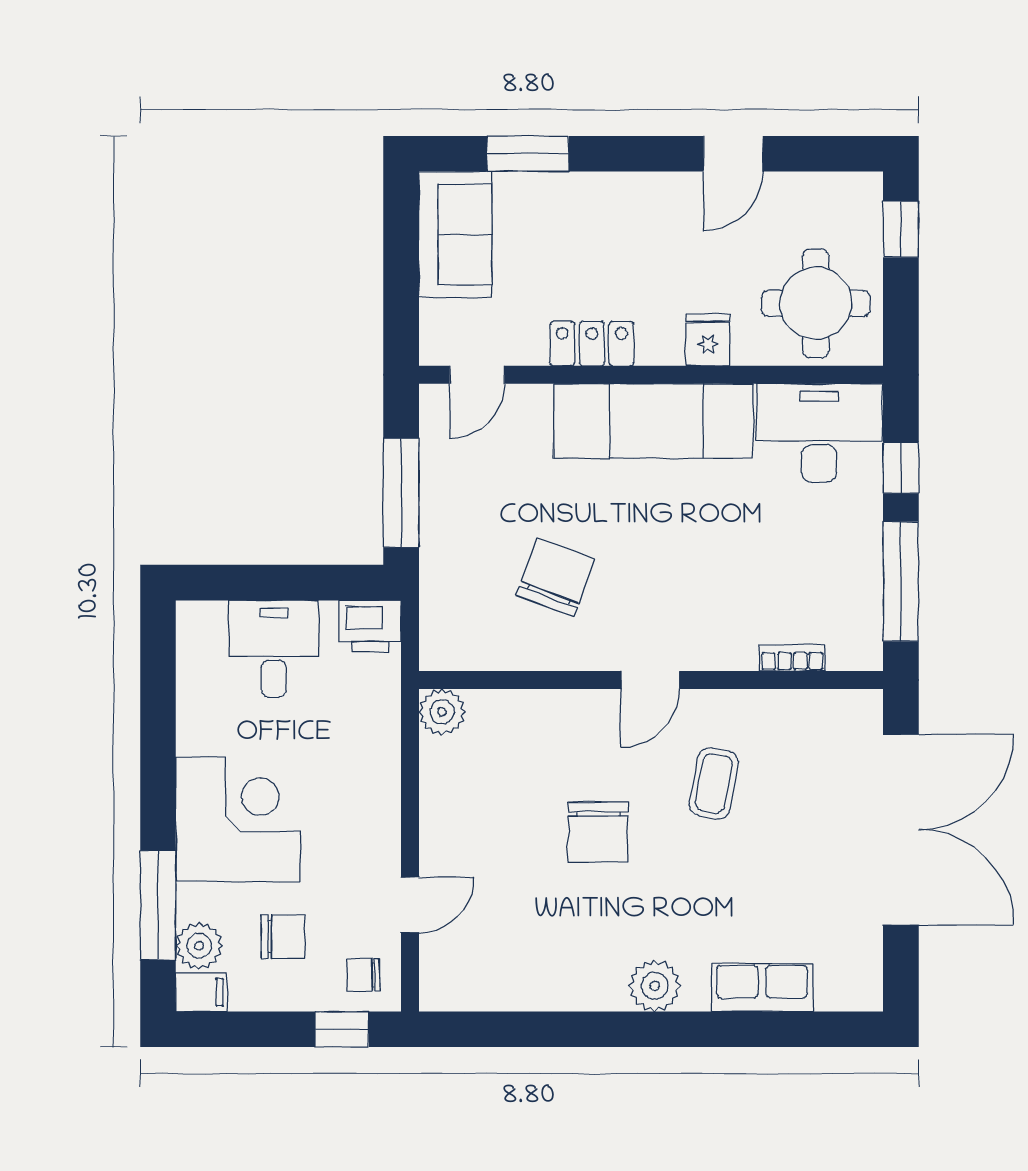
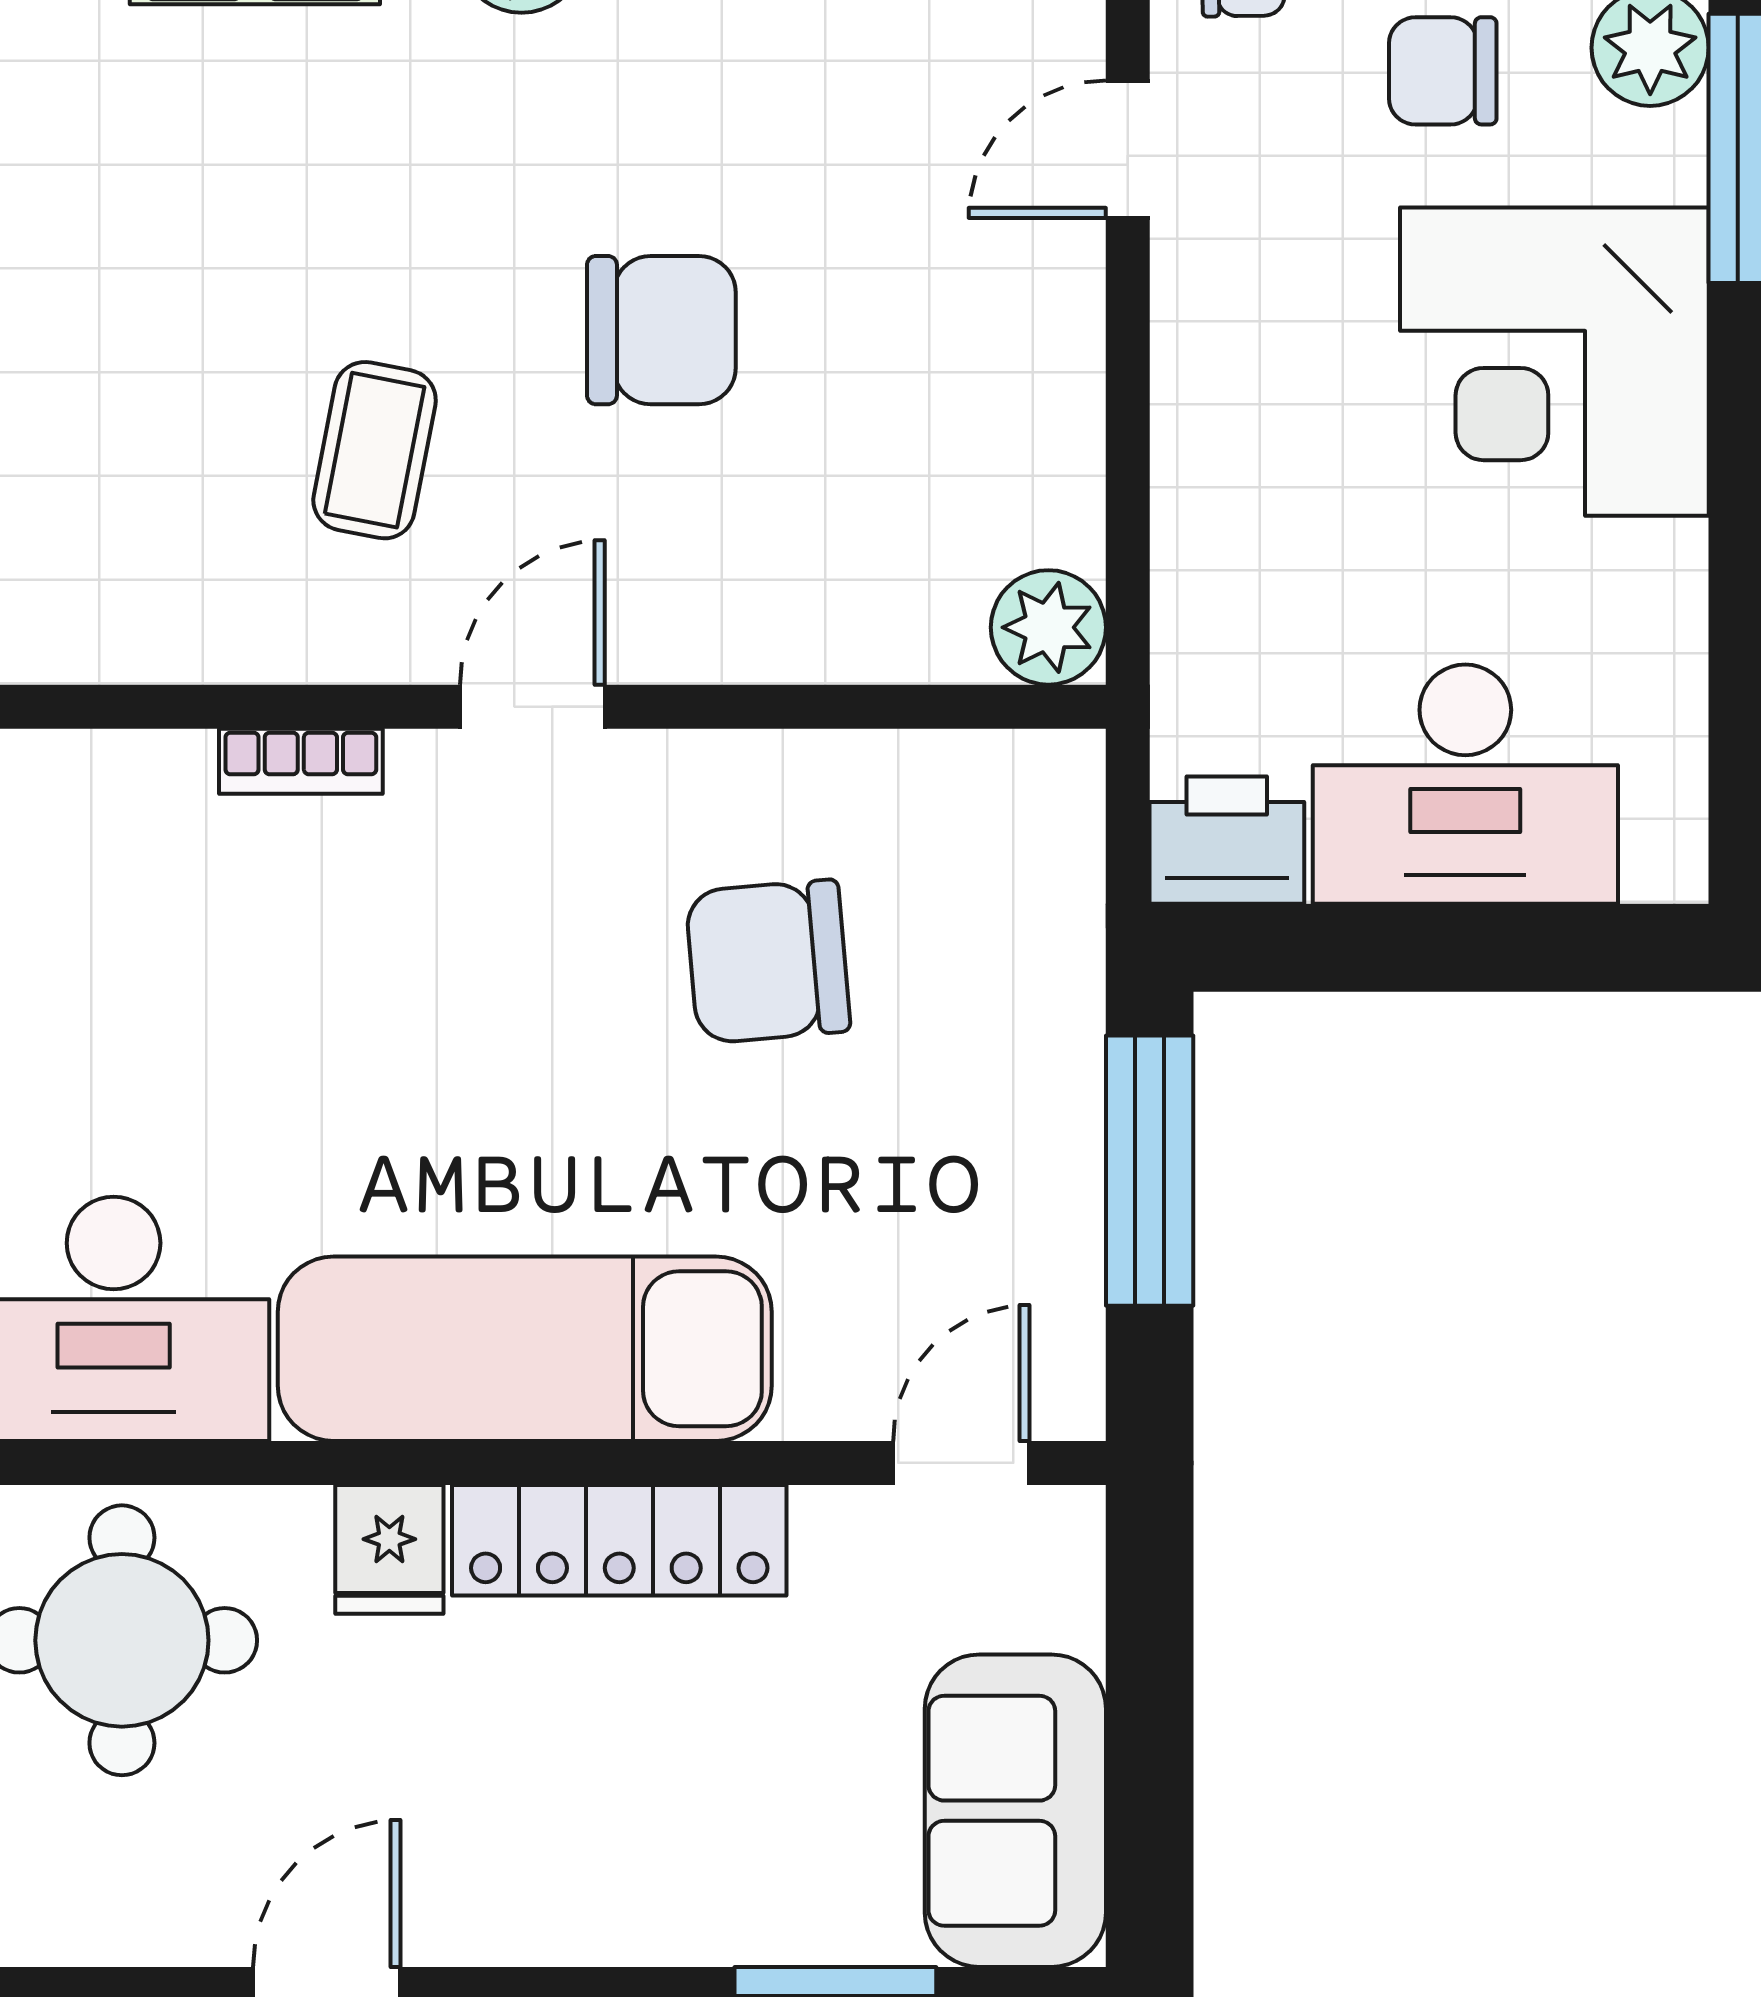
locker: (592, 344) -> (619, 1540), width x1.53
chair: (555, 577) -> (768, 962), turned 65
desk: (274, 649) -> (1465, 784), width x1.37
bookcase: (792, 658) -> (301, 761), moved
chair: (598, 832) -> (661, 330), turned 90

